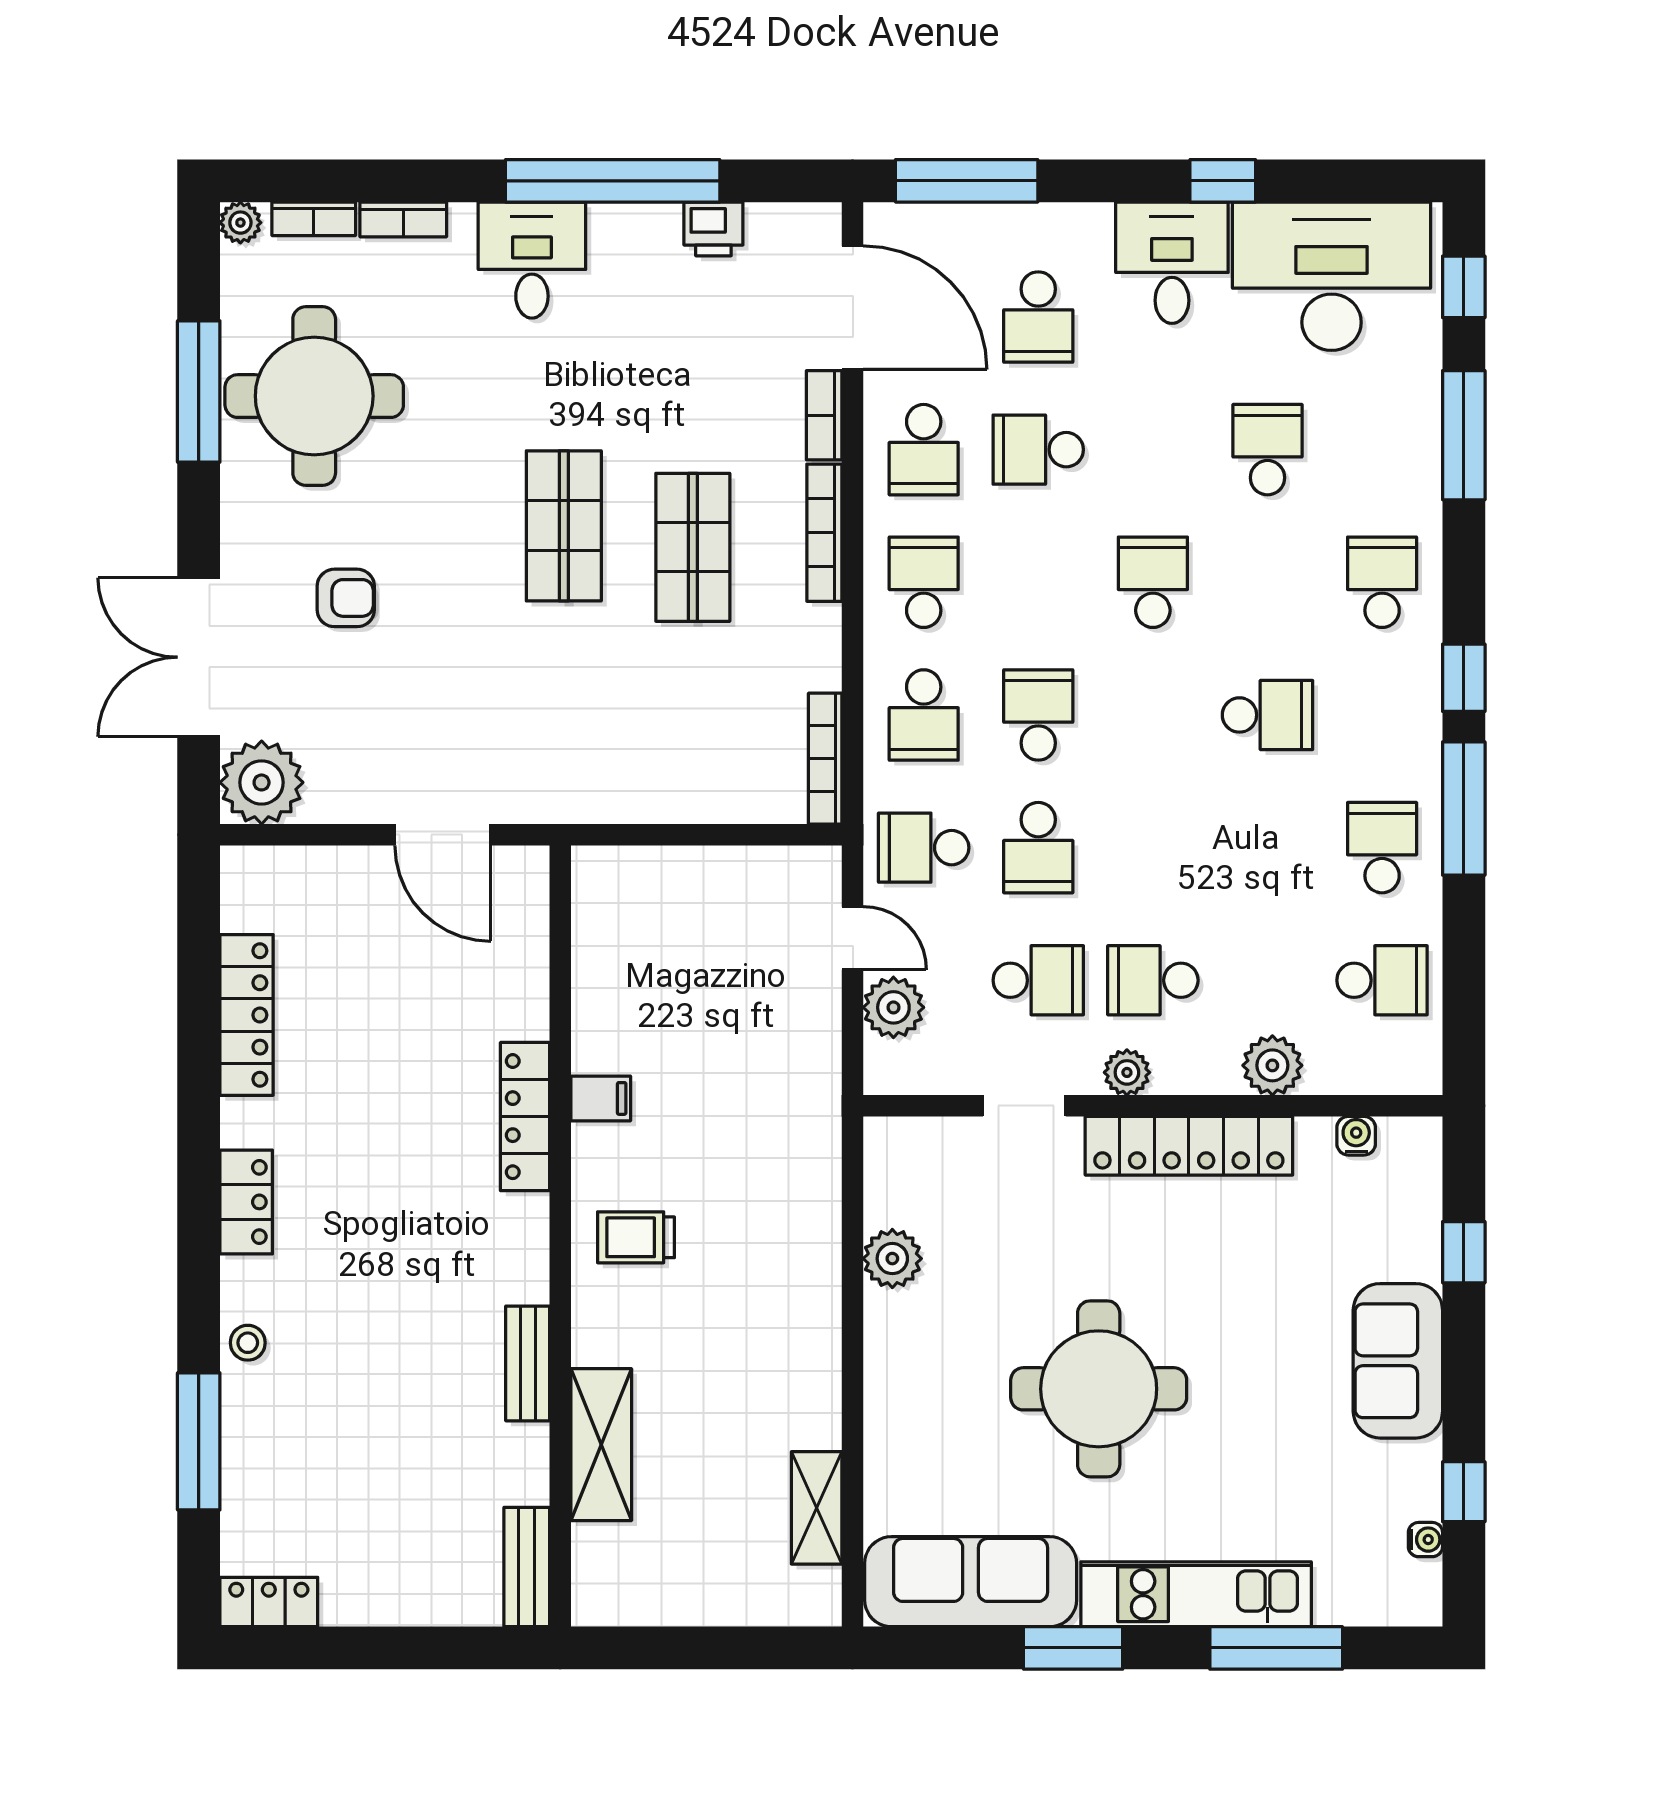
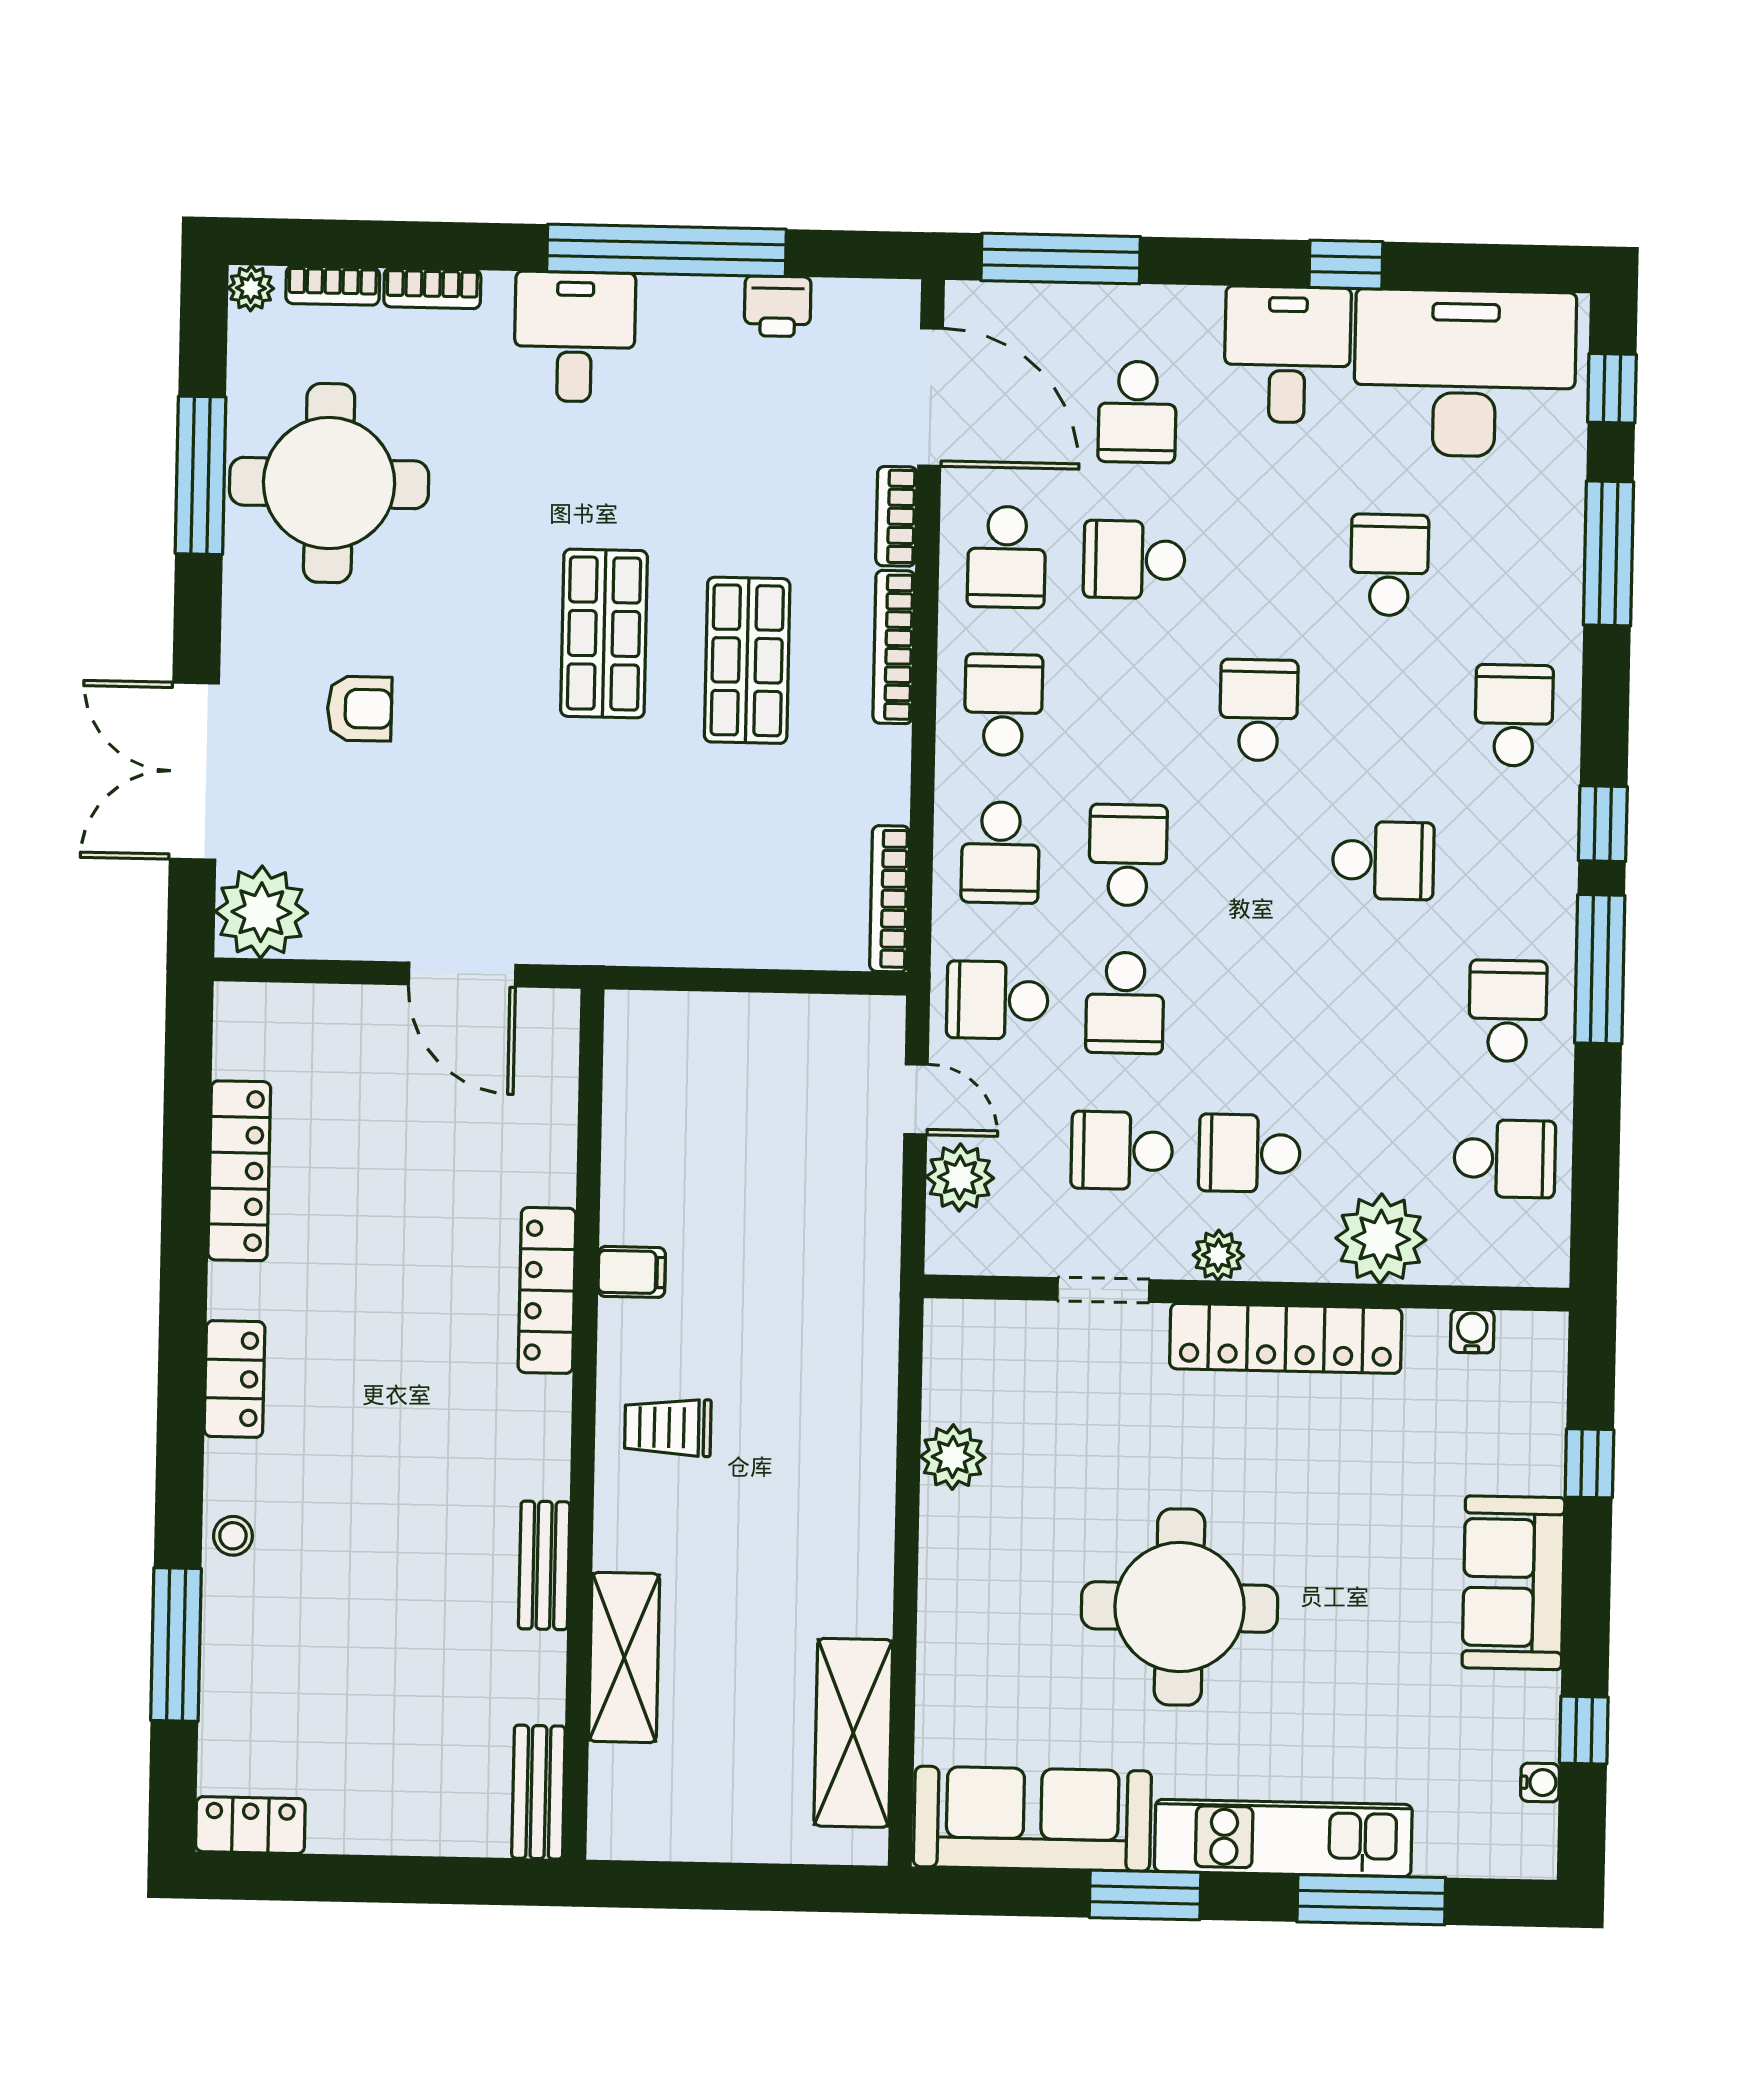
school desk: (1038, 980) -> (1122, 1151), turned 180
plant: (1272, 1065) -> (1381, 1239), width x1.36, depth x1.36
shelving: (817, 1508) -> (853, 1733), width x1.50, depth x1.33

